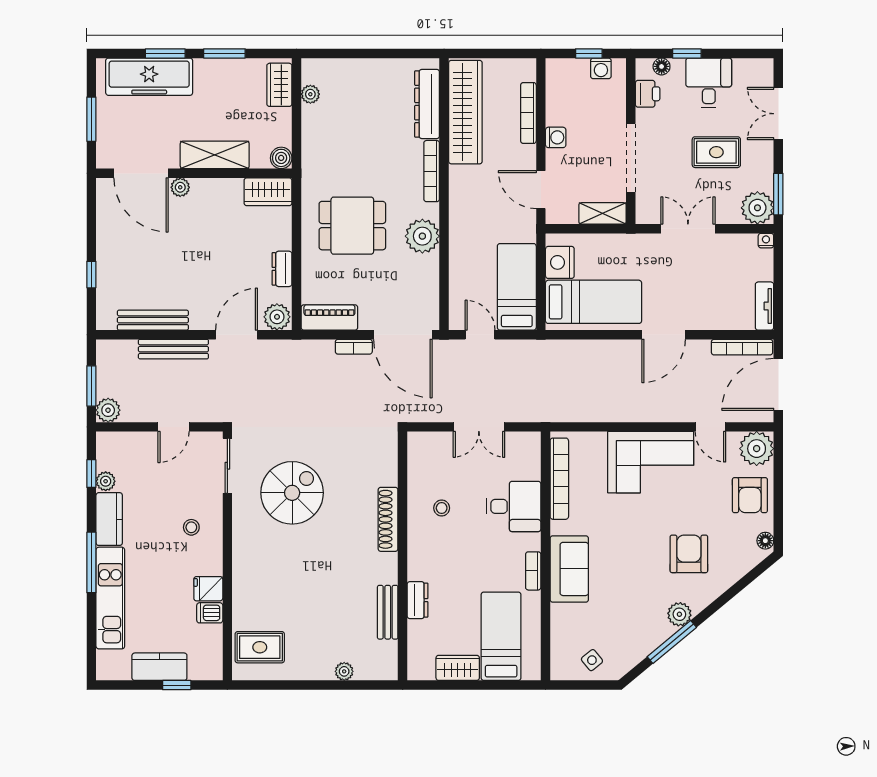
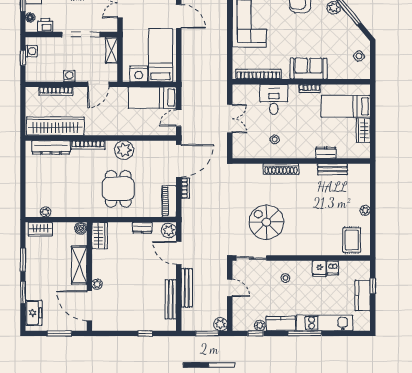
freezer: (149, 77) -> (34, 313), width x0.52, depth x0.79
door: (141, 173) -> (89, 306), swing flipped
plant: (344, 671) -> (365, 210), moved

